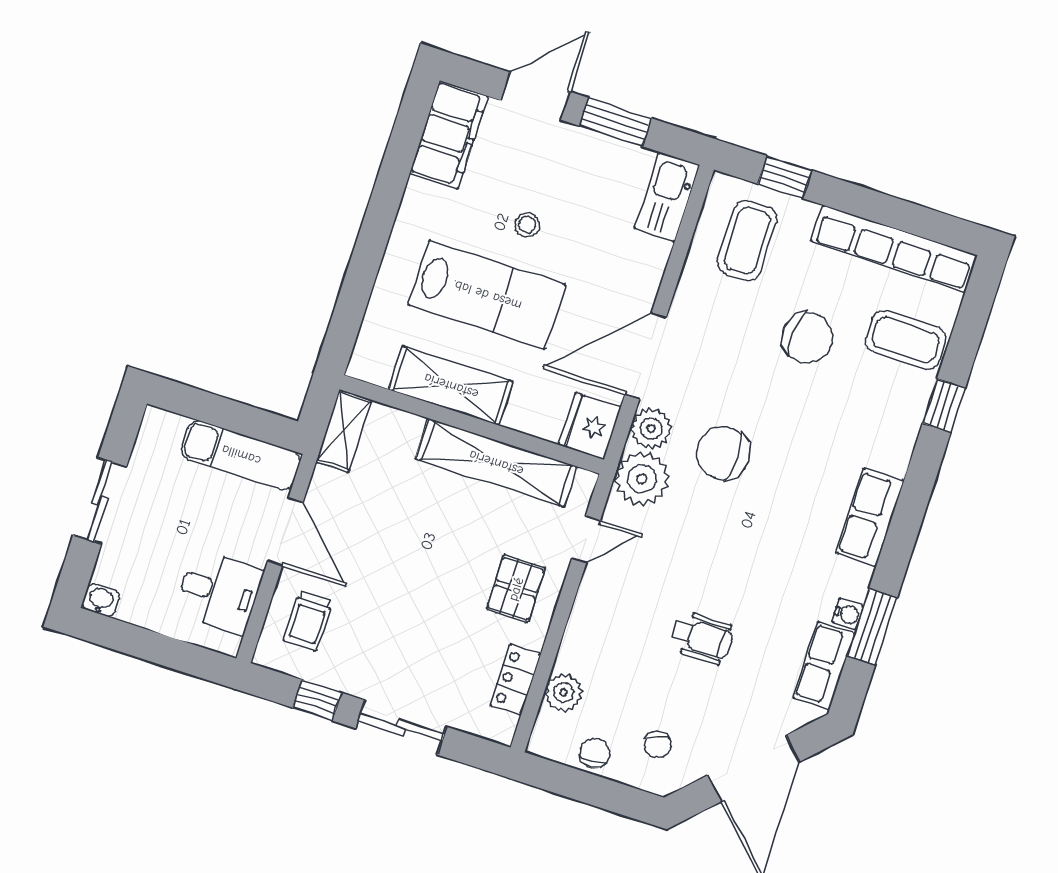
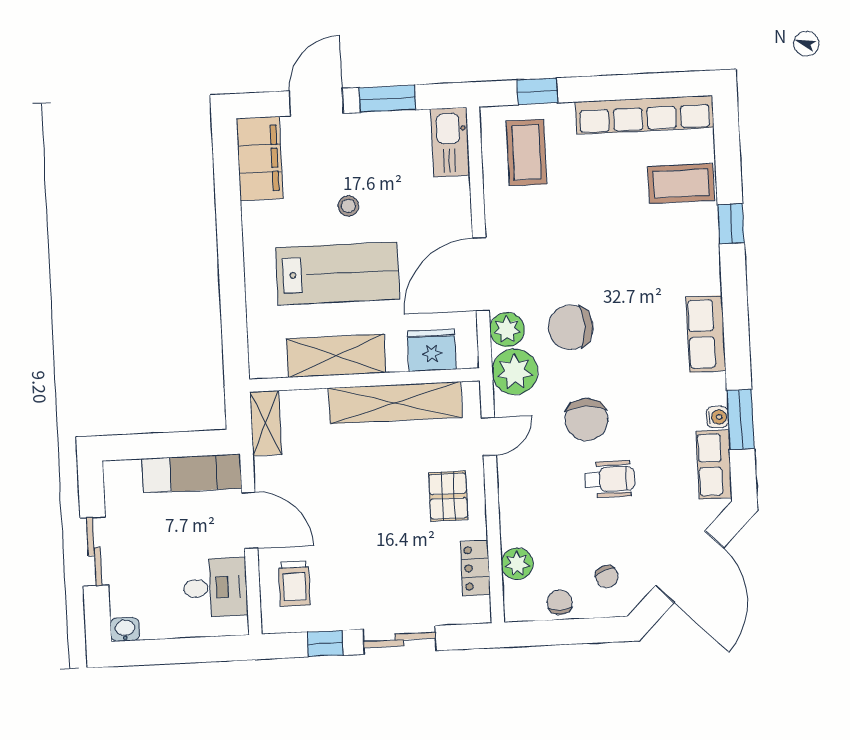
chair: (807, 338) -> (587, 420), moved, turned 85
fridge: (590, 426) -> (432, 350), moved, turned 90

